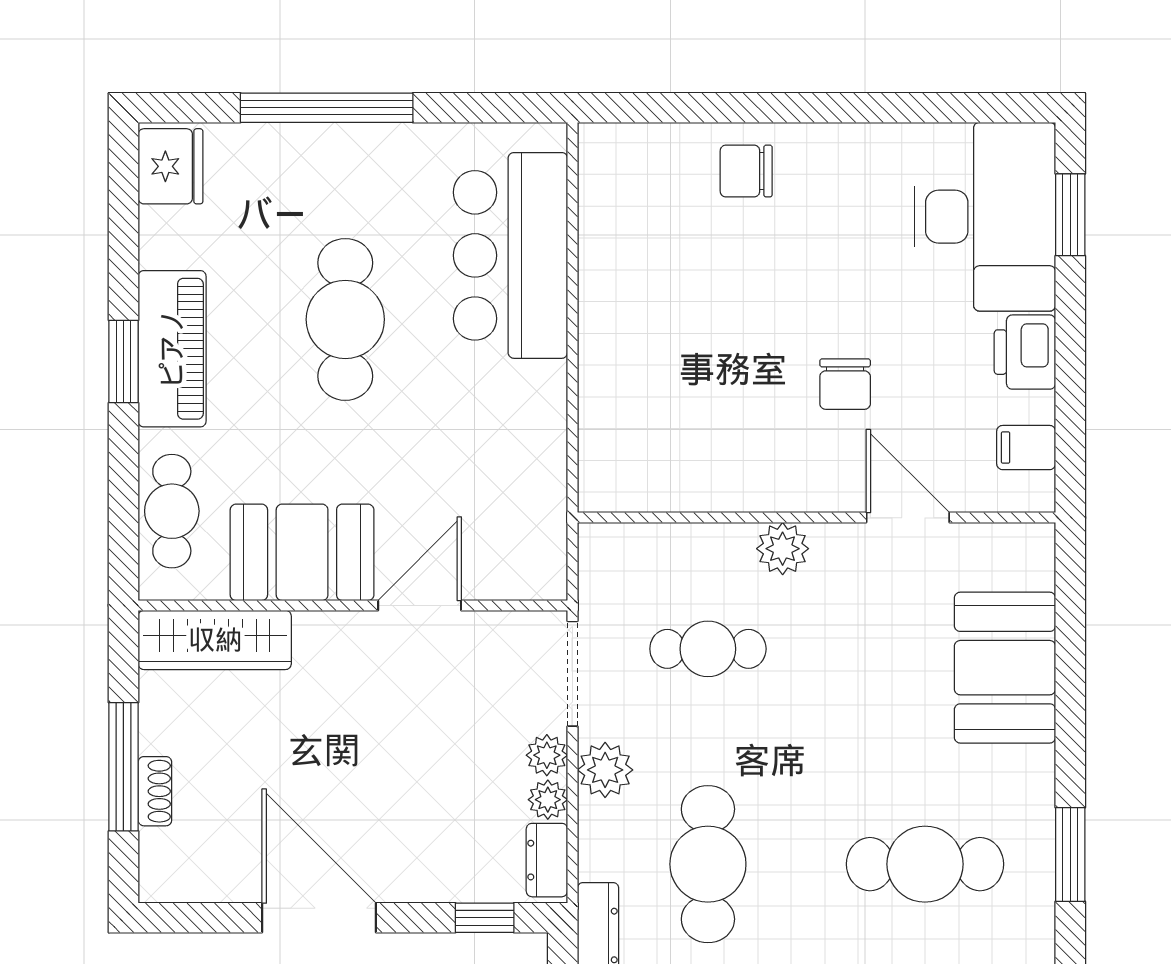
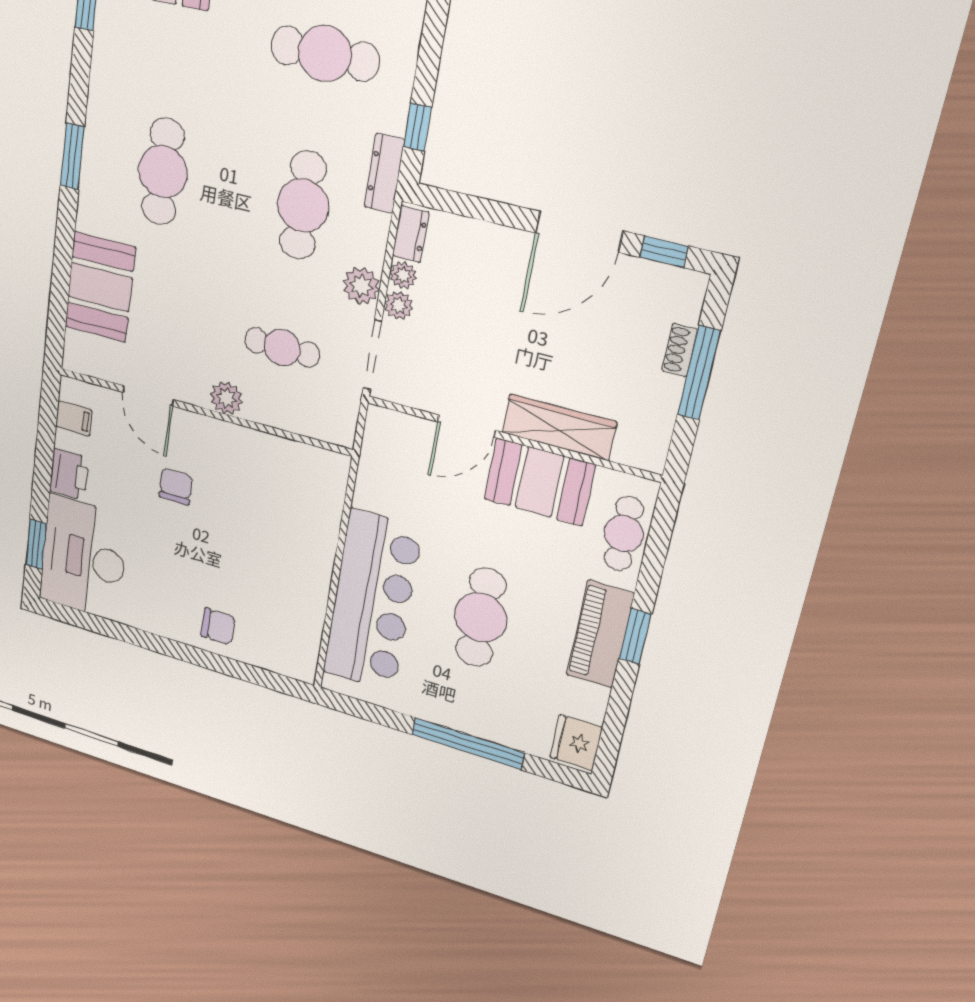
bar counter: (510, 255) -> (372, 601), width x1.36
wardrobe: (215, 640) -> (559, 427), moved
cafe table: (925, 864) -> (163, 172), turned 90
door: (319, 918) -> (579, 232), hinge flipped
window: (485, 918) -> (664, 252), moved

